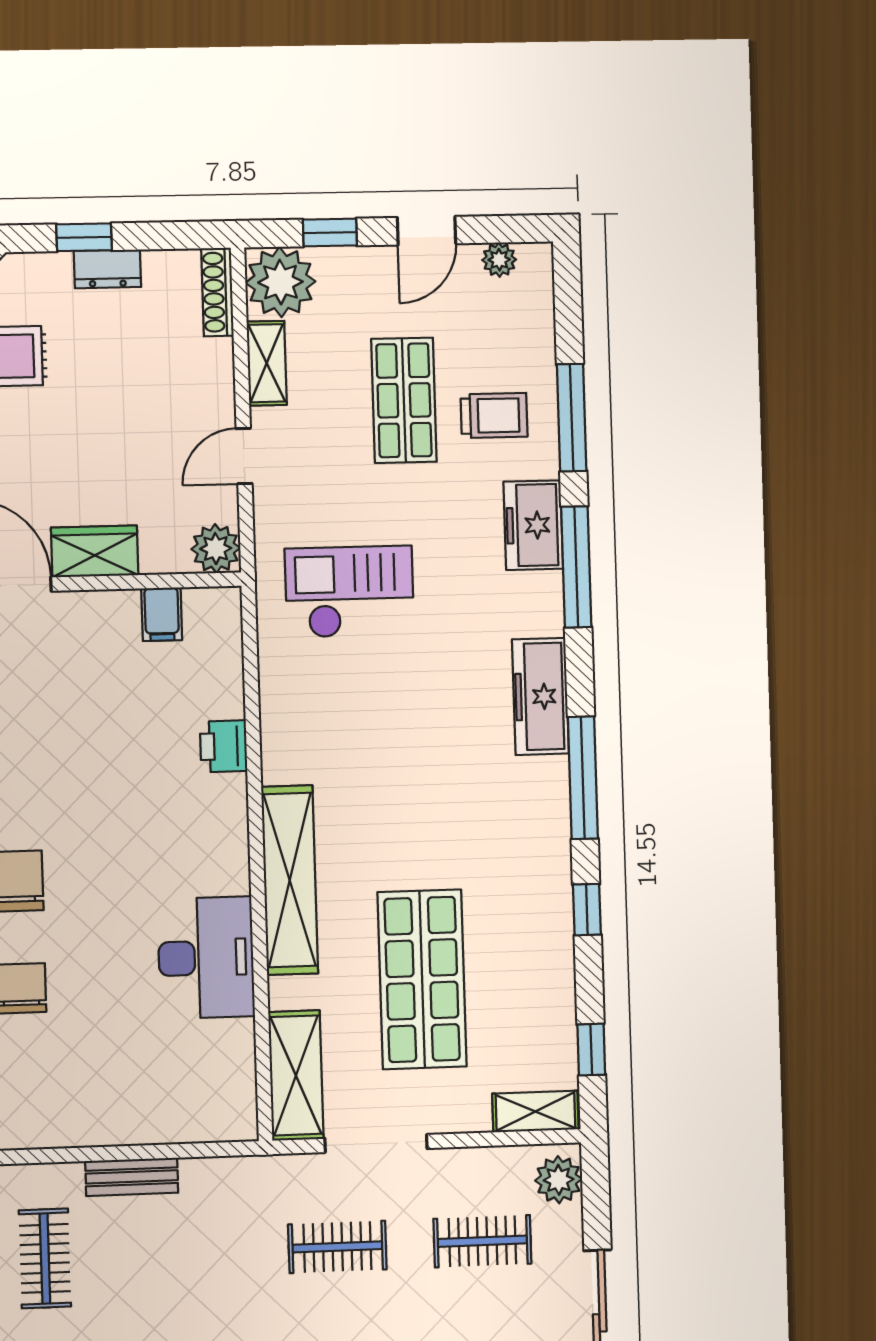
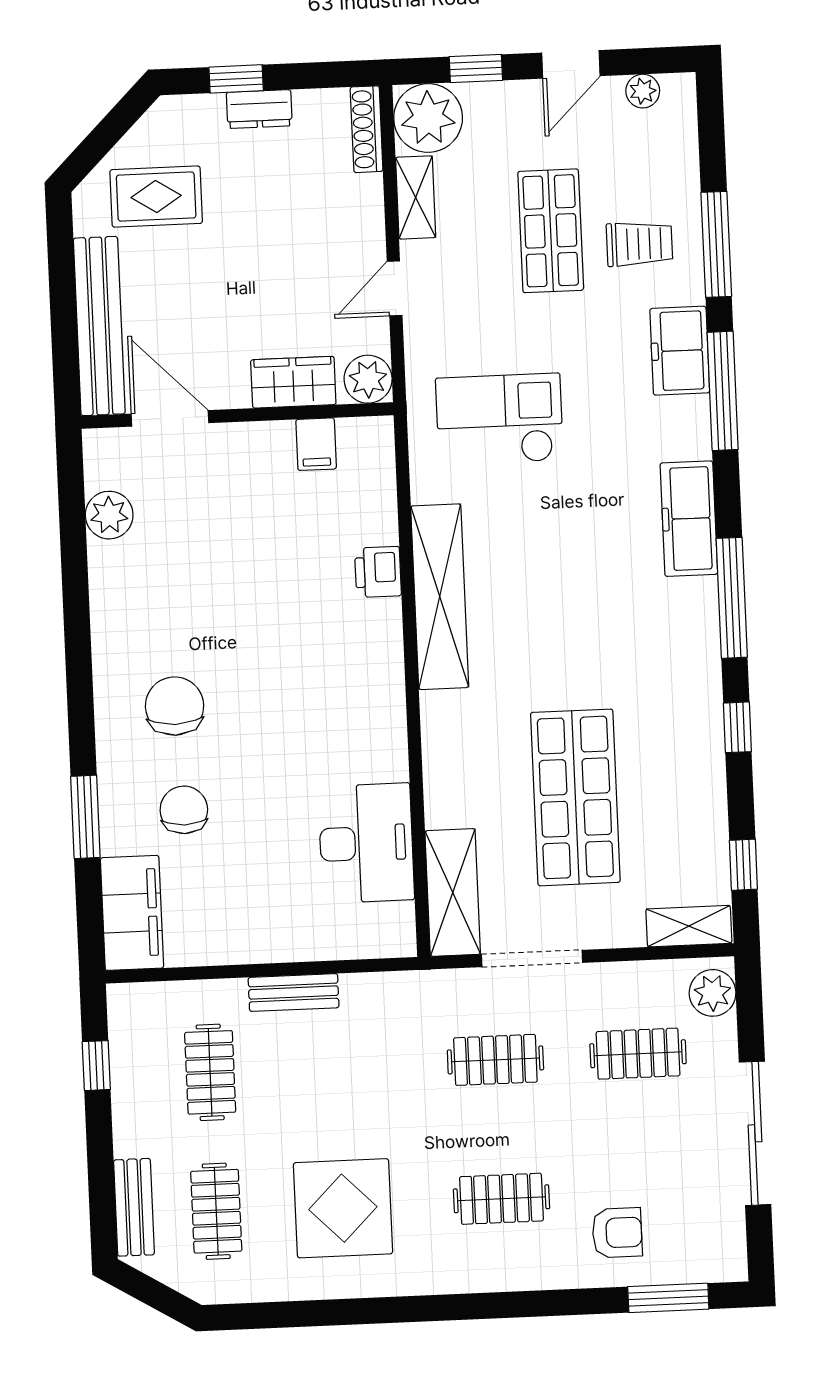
wardrobe: (95, 551) -> (293, 382), moved
shelving: (290, 880) -> (440, 597), moved
desk: (206, 958) -> (366, 843), moved

